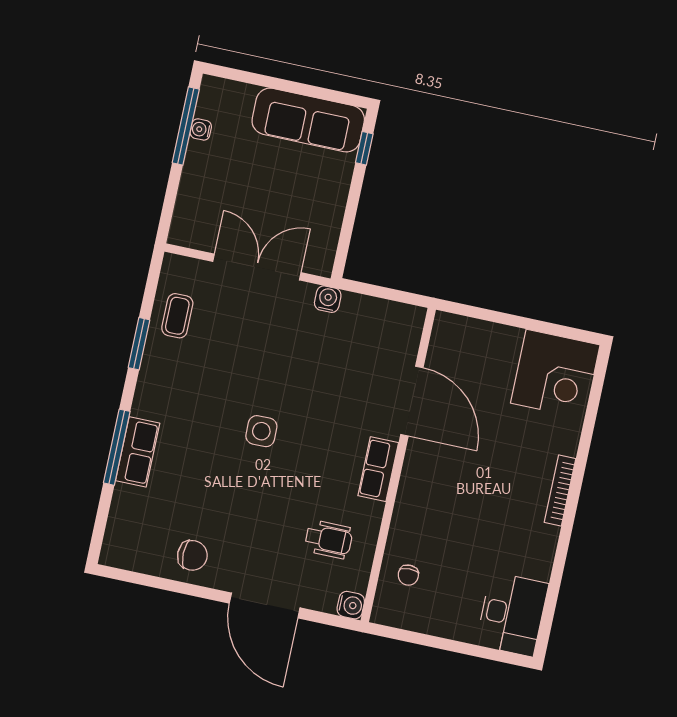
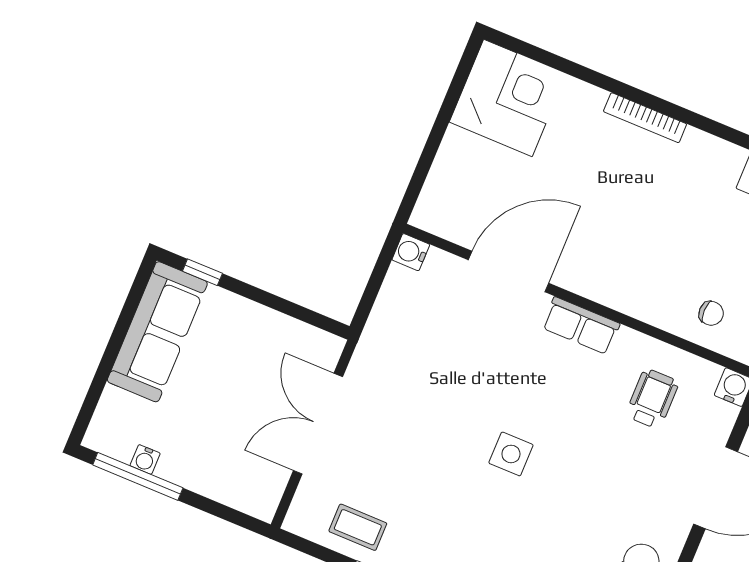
water cooler: (328, 299) -> (411, 252), moved

